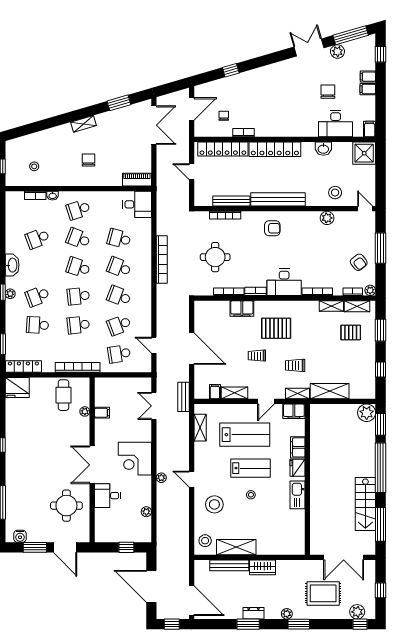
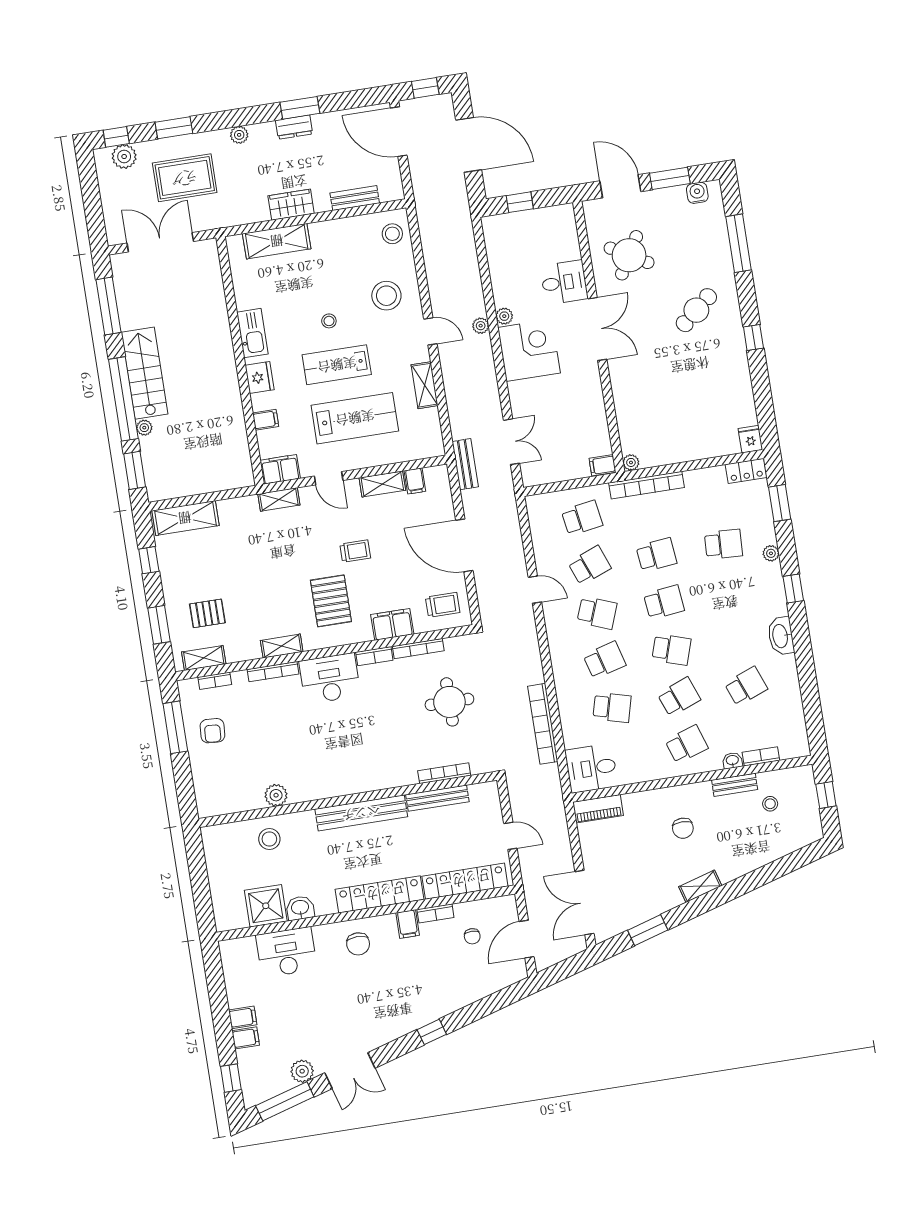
window: (231, 70) -> (432, 1032), moved
chair: (328, 92) -> (358, 944), moved
filing cabinet: (370, 129) -> (408, 924), moved
shower: (364, 153) -> (266, 906), moved
bench: (54, 181) -> (735, 785), added
door: (365, 209) -> (216, 820), removed
armchair: (272, 228) -> (363, 764), removed
school desk: (78, 238) -> (679, 697), turned -42
window: (380, 248) -> (175, 727), moved
bookcase: (162, 259) -> (543, 724), moved
armchair: (359, 262) -> (212, 731), turned -138
school desk: (119, 267) -> (605, 660), turned -36
plant: (370, 290) -> (186, 688), removed
plant: (10, 294) -> (771, 553), moved
school desk: (38, 296) -> (731, 592), removed
shelving: (331, 306) -> (282, 646), moved
pallet: (276, 328) -> (331, 601), turned 90
door: (154, 345) -> (535, 590), moved
trolley: (295, 365) -> (443, 605), moved
locker: (23, 366) -> (746, 471), width x0.66
fridge: (17, 387) -> (750, 439), width x0.53, depth x0.75
shelving: (330, 391) -> (185, 518), moved
cafe table: (63, 395) -> (696, 310), moved, turned 50
door: (266, 401) -> (329, 478), swing flipped
plant: (85, 411) -> (631, 462), moved
filing cabinet: (102, 413) -> (602, 465), moved
plant: (367, 413) -> (144, 428), moved, width x0.53, depth x0.53
shelving: (200, 428) -> (425, 385), moved
lab bench: (245, 435) -> (355, 418), turned 180
filing cabinet: (298, 447) -> (266, 420), width x0.50
stairs: (365, 504) -> (145, 373), moved
round table: (66, 506) -> (629, 255), turned 30
plant: (146, 512) -> (504, 316), moved
shelving: (236, 547) -> (277, 241), moved
bench: (229, 565) -> (355, 198), width x0.73
window: (380, 590) -> (91, 198), removed
window: (299, 624) -> (174, 128), moved

